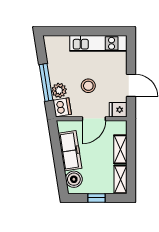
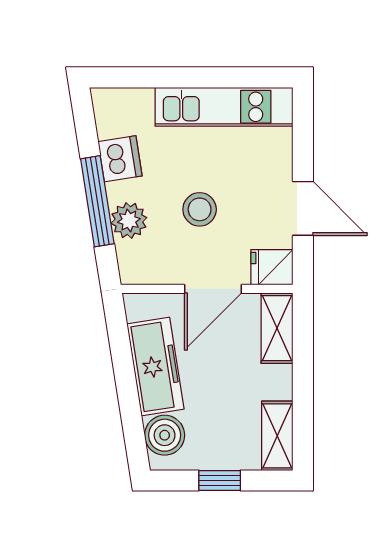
dishwasher: (62, 107) -> (120, 159), moved
shelving: (120, 149) -> (277, 328), moved

